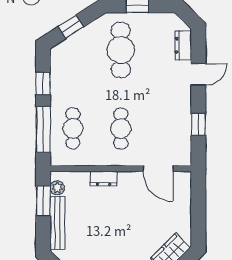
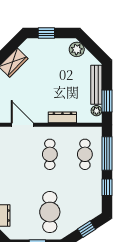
dresser: (104, 179) -> (62, 117), width x1.44

